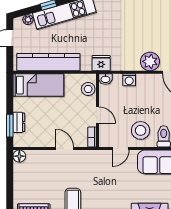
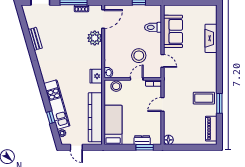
washing machine: (129, 80) -> (109, 54), removed
stool: (141, 130) -> (139, 56), moved

